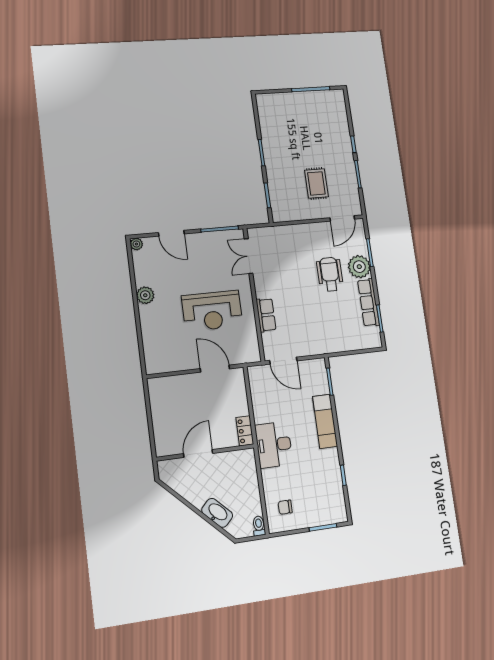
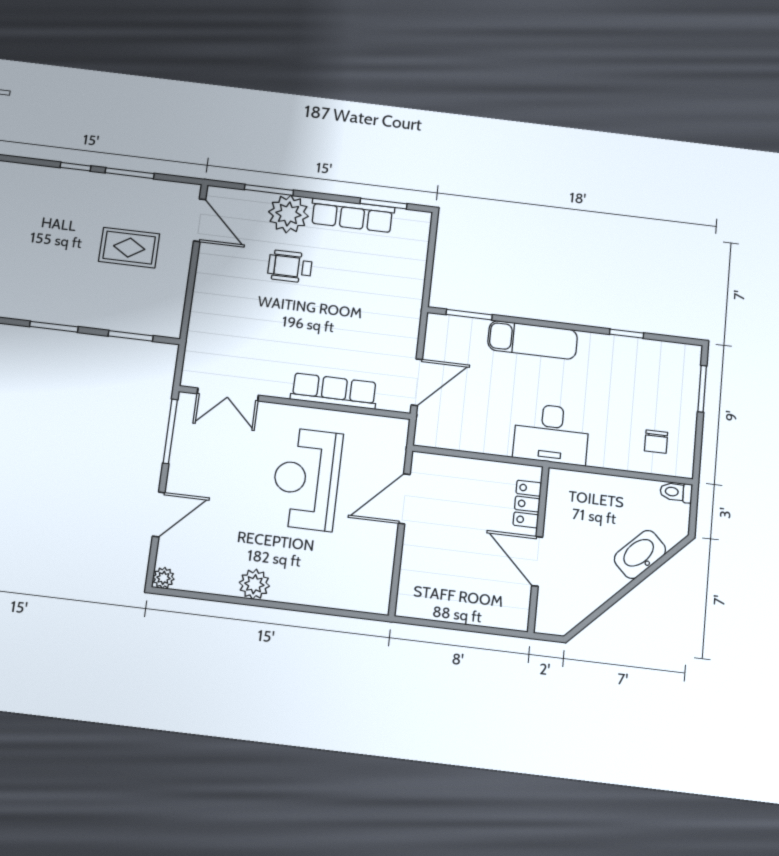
wheelchair: (330, 274) -> (290, 266), width x0.73, depth x0.73
reception desk: (212, 311) -> (306, 479), turned 180
row of seats: (266, 315) -> (334, 391), width x1.48
locker: (245, 431) -> (527, 504), moved, turned 90

